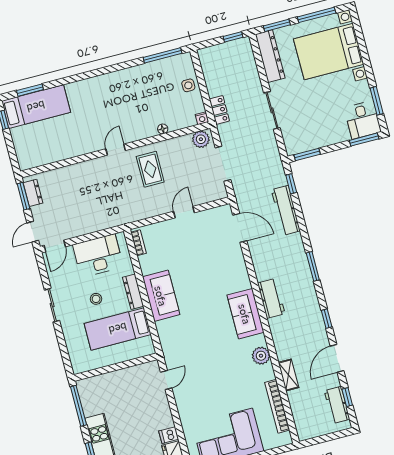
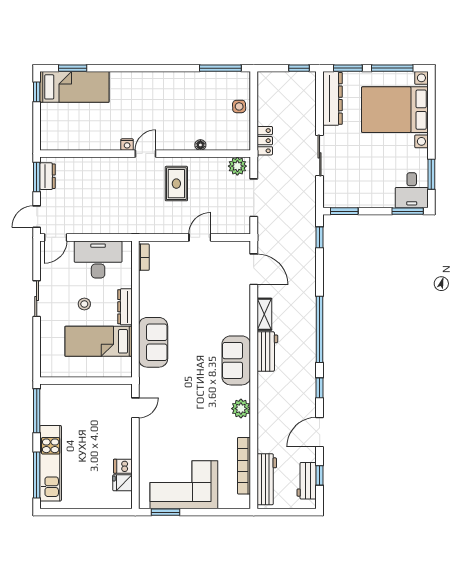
nightstand: (202, 118) -> (127, 145), moved
workbench: (286, 210) -> (267, 479), moved, turned 180
window: (313, 266) -> (320, 329), width x2.11
sofa: (161, 296) -> (153, 342), moved
shelving: (288, 375) -> (264, 314), moved

